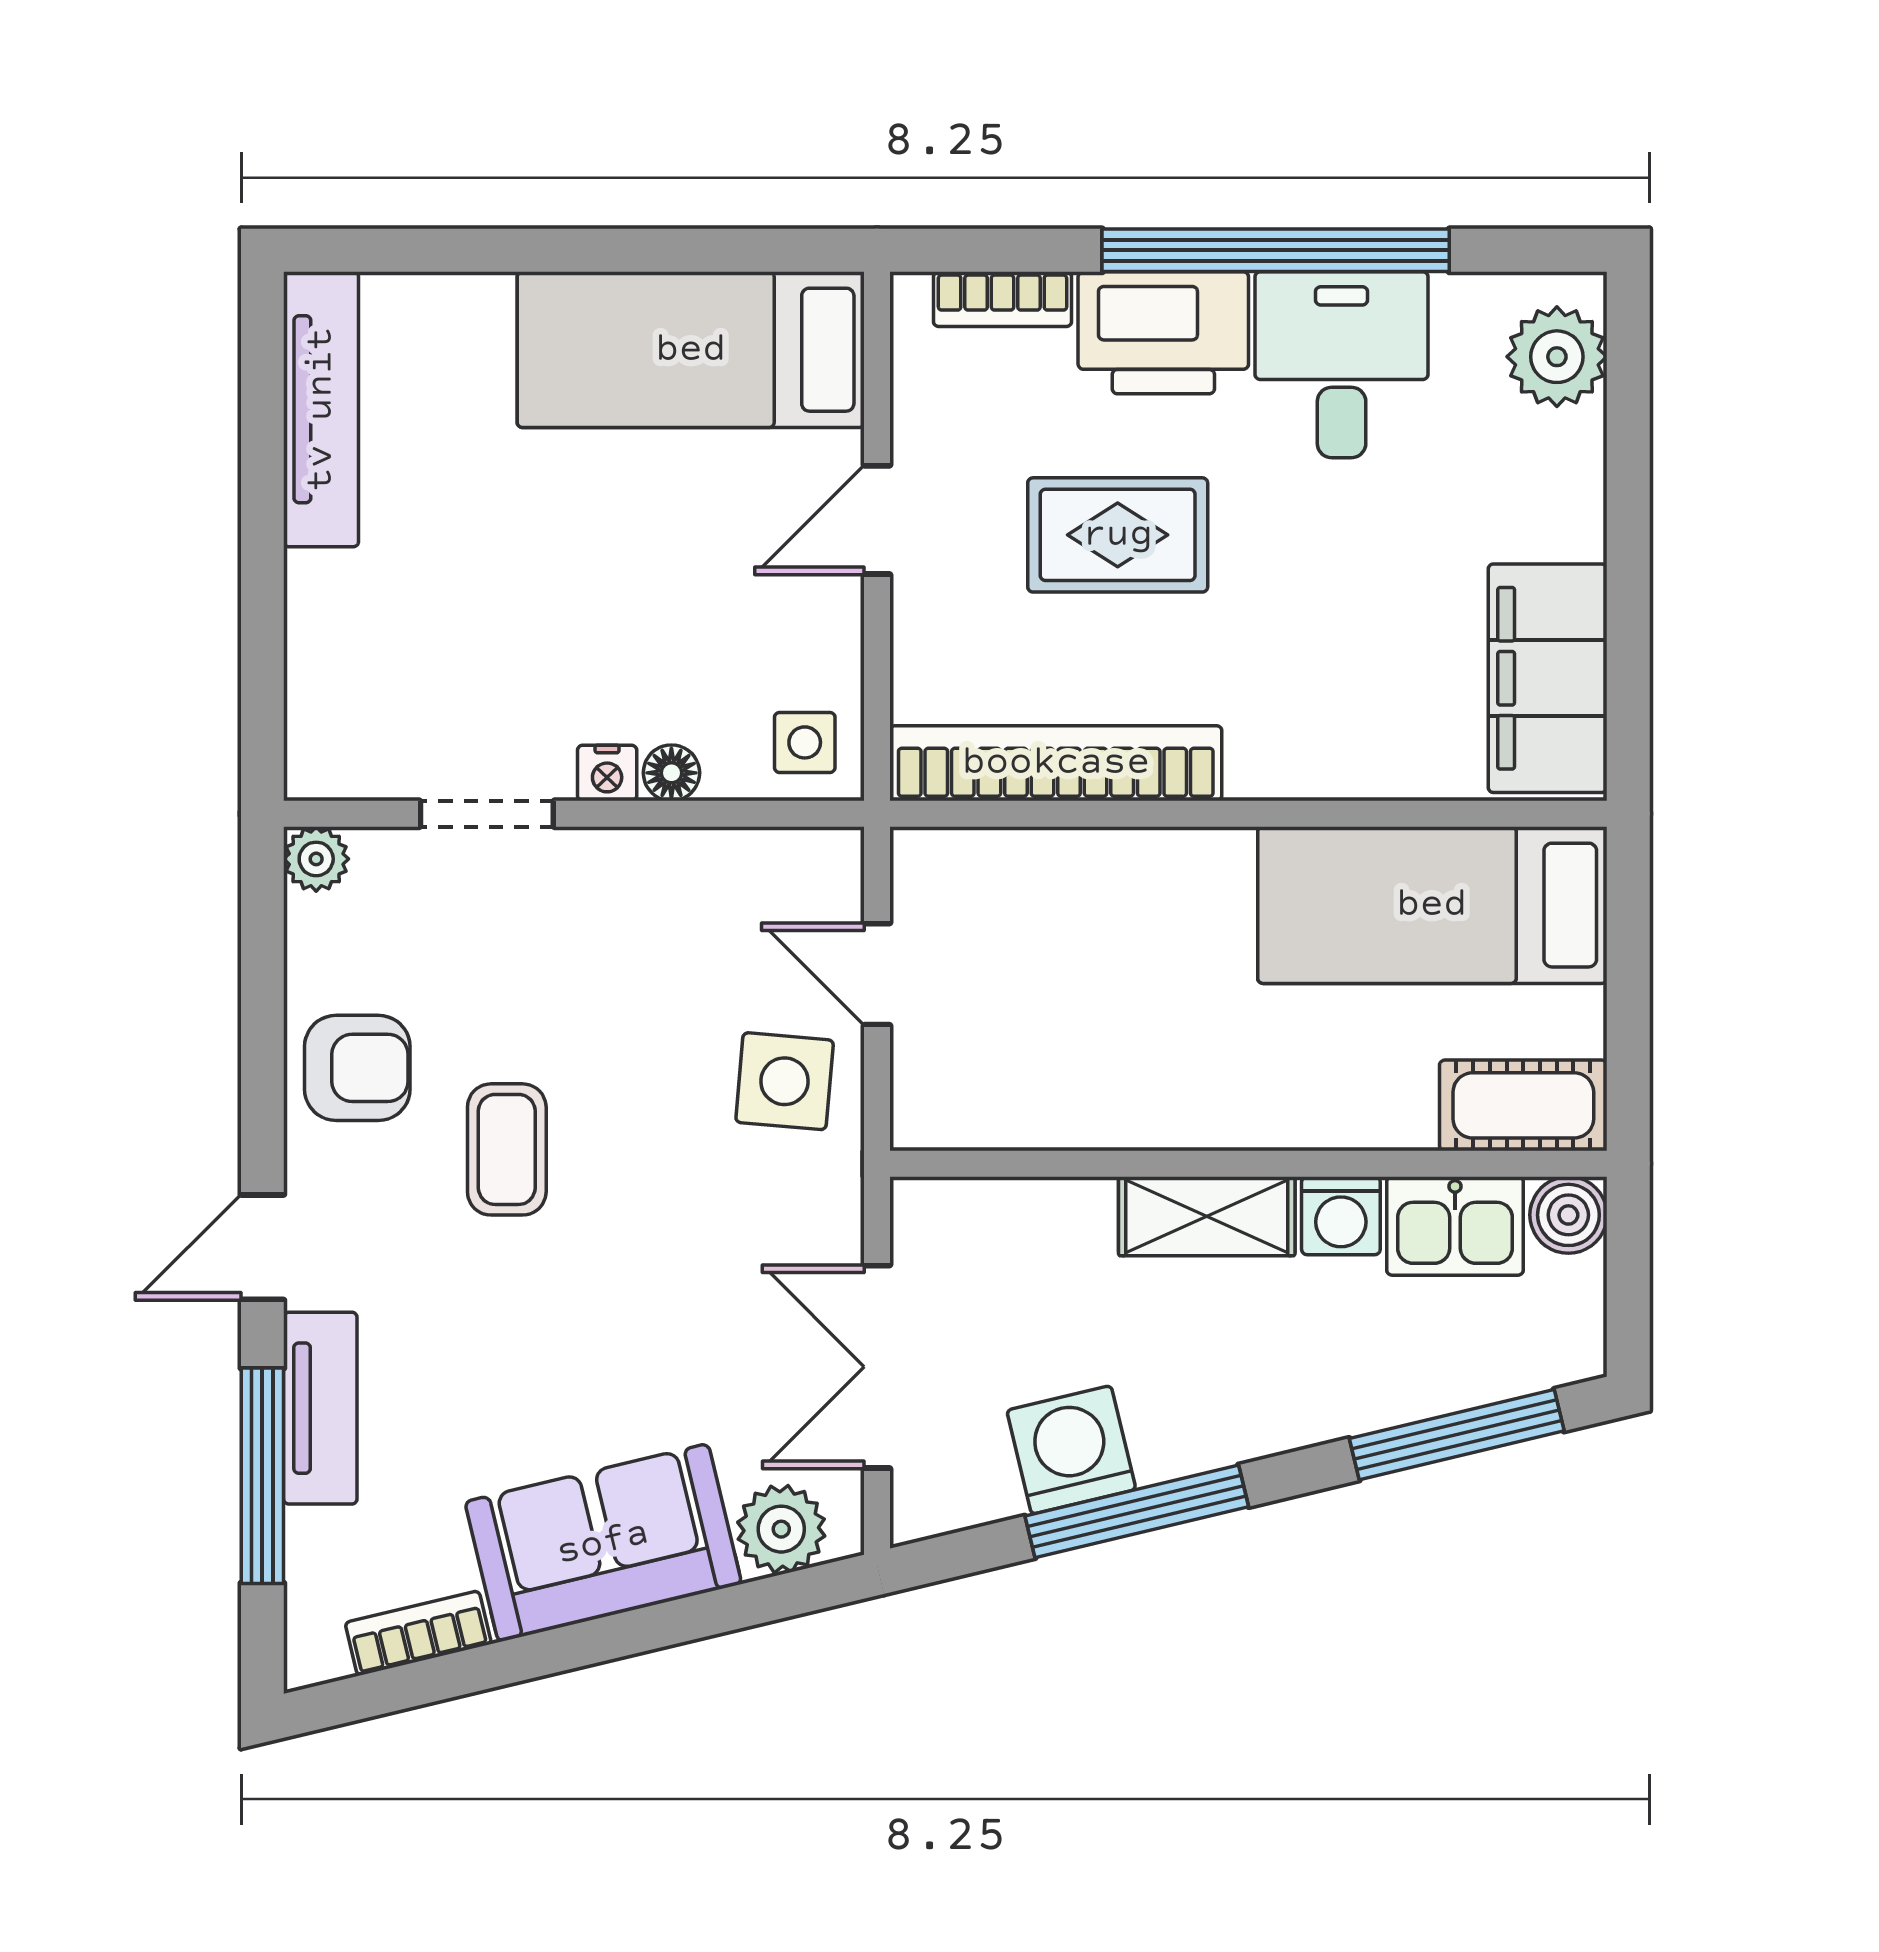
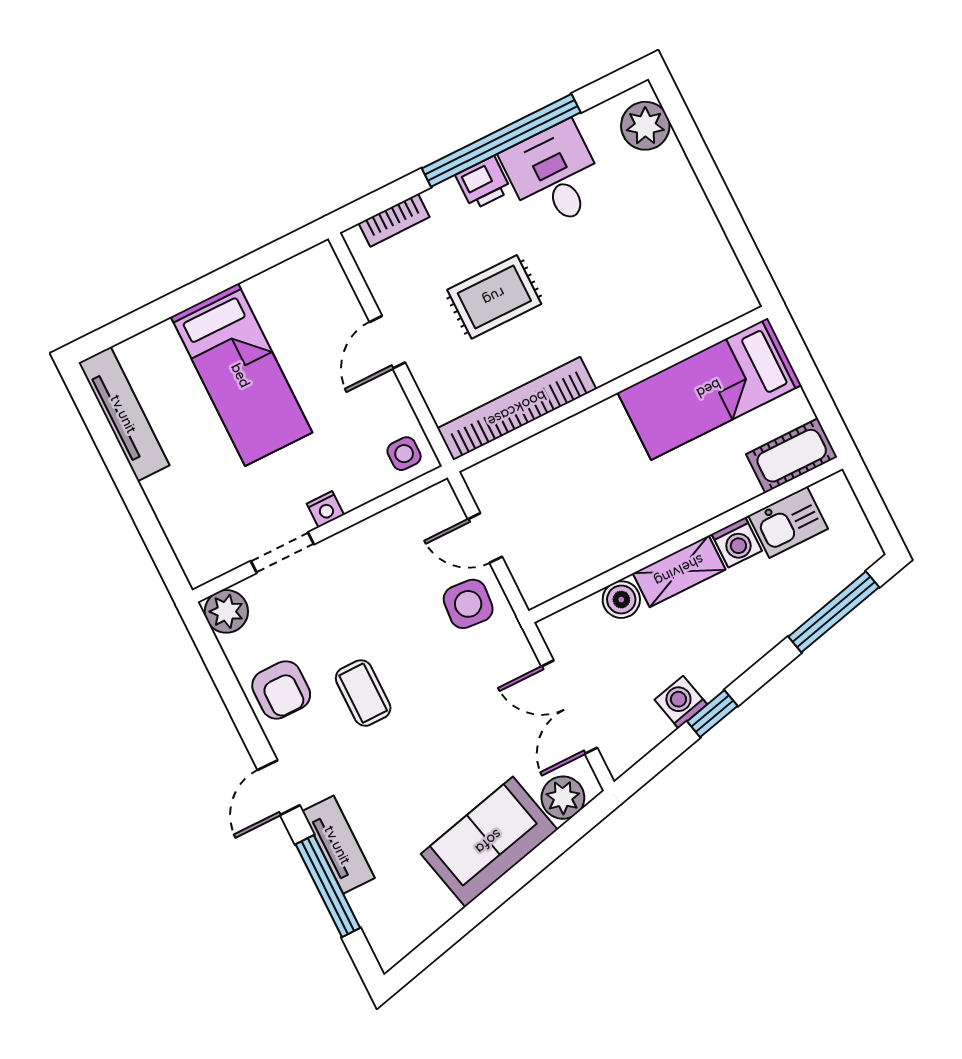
printer: (1163, 333) -> (483, 183), width x0.53, depth x0.68
bed: (691, 350) -> (241, 375), moved, turned -90
filing cabinet: (1548, 678) -> (710, 266), removed
floor lamp: (671, 773) -> (353, 495), removed
plant: (316, 859) -> (226, 611), width x1.38, depth x1.38
armchair: (357, 1068) -> (281, 690), turned 90
boiler: (1568, 1215) -> (621, 600), moved
washing machine: (1071, 1450) -> (681, 702), width x0.73, depth x0.73
window: (1137, 1511) -> (712, 714), width x0.46
bookcase: (418, 1633) -> (429, 921), removed

